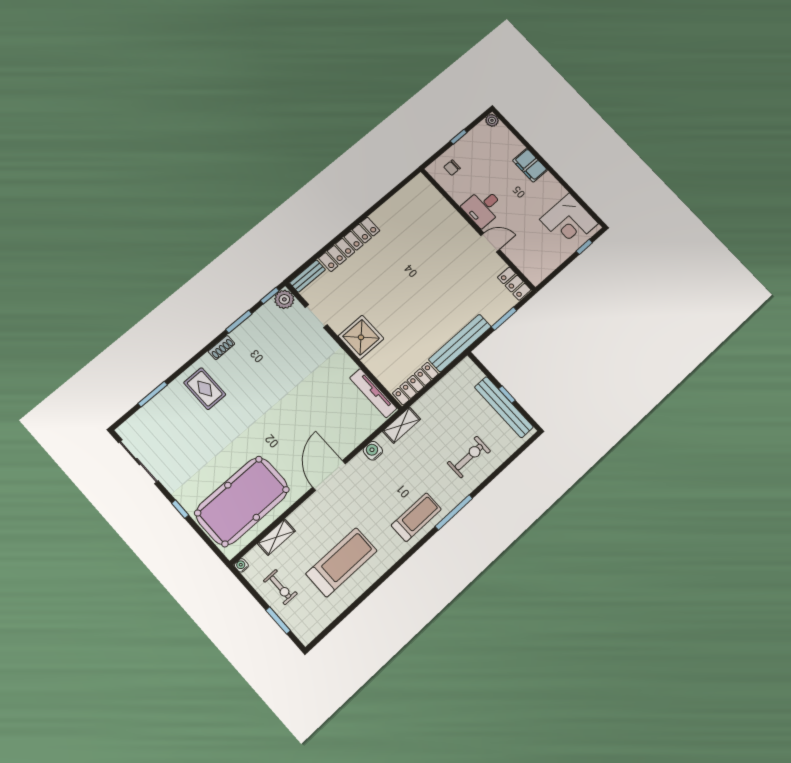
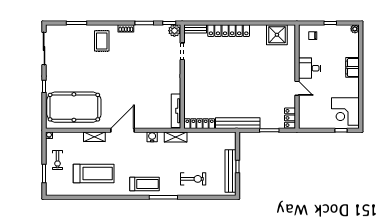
shower: (361, 337) -> (277, 35), moved
shelving: (276, 537) -> (94, 137), moved

